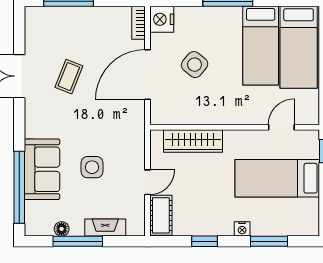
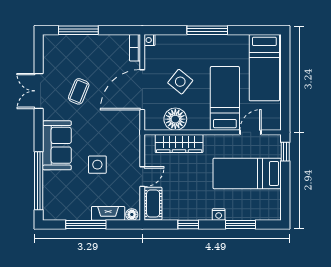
nightstand: (162, 19) -> (150, 40), width x0.53, depth x0.56
bed: (261, 46) -> (225, 98), moved, turned 180
floor lamp: (188, 111) -> (175, 119), added
sofa: (42, 169) -> (57, 145), moved
floor lamp: (62, 229) -> (132, 214), moved

